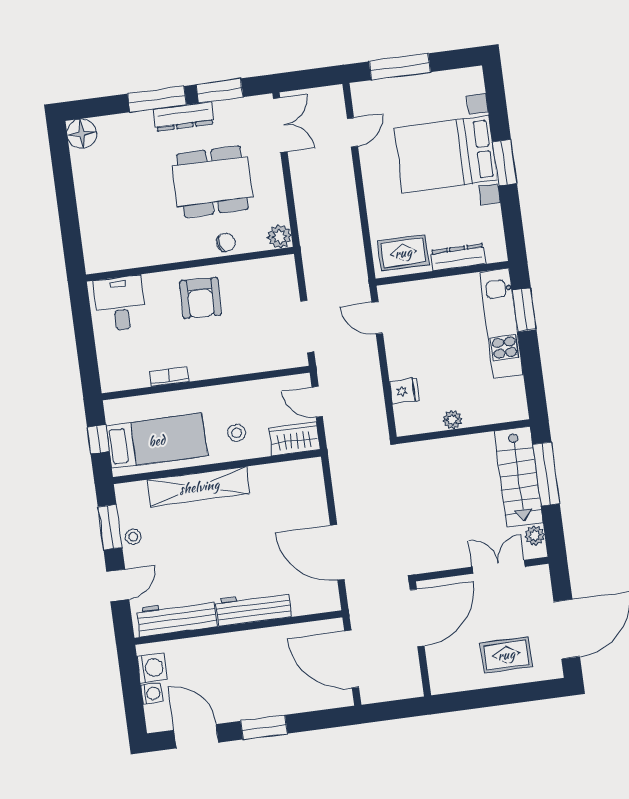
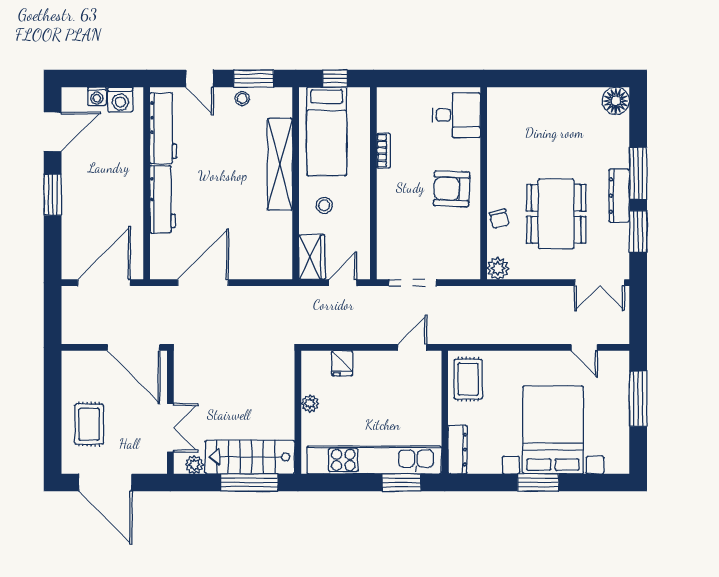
dresser: (458, 257) -> (458, 450), moved
kitchen unit: (501, 323) -> (374, 460), width x1.36

